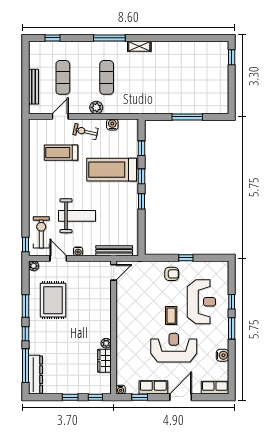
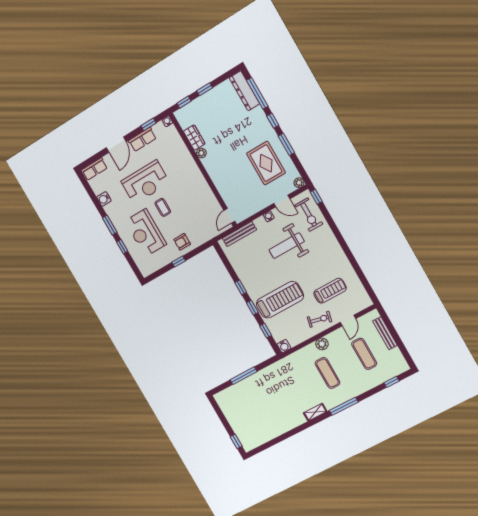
water cooler: (112, 124) -> (284, 346), moved

